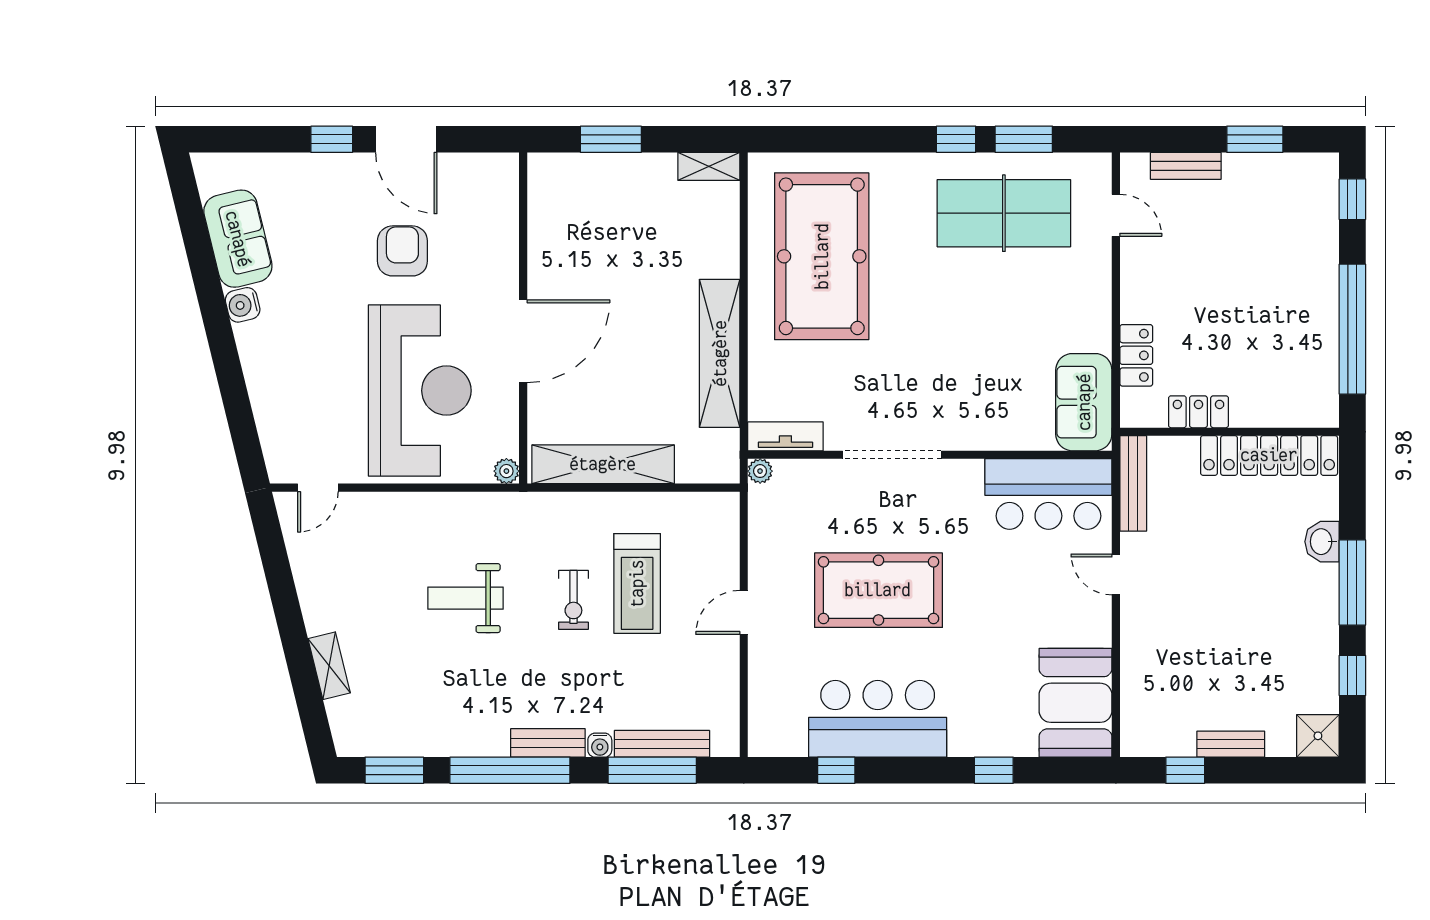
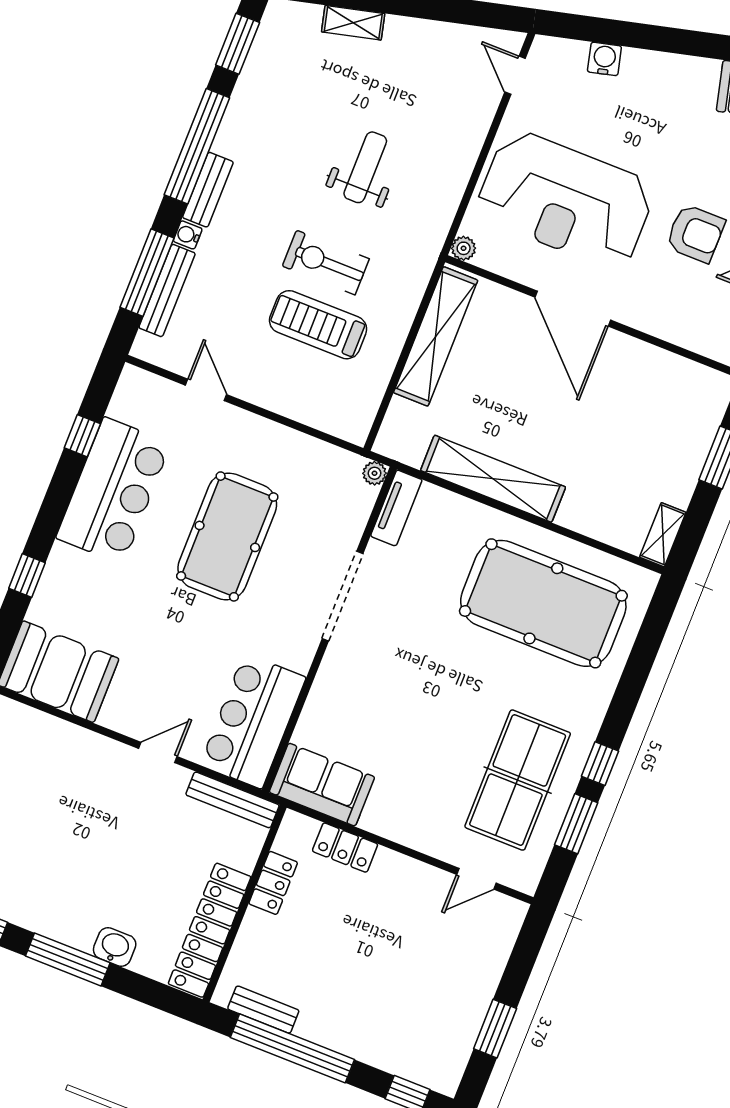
bench: (1186, 166) -> (263, 1010), moved, turned 90
water cooler: (243, 305) -> (604, 59), moved
exercise bike: (573, 600) -> (326, 263), width x1.38, depth x1.39
door: (744, 612) -> (206, 390), moved

